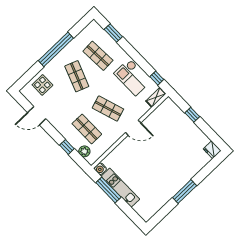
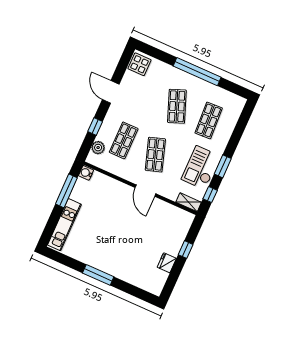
window: (113, 33) -> (223, 166), moved
shop shelf: (77, 76) -> (177, 106), turned -42
display table: (42, 85) -> (139, 64), moved
door: (37, 116) -> (111, 92), moved
fridge: (212, 150) -> (167, 263), moved
kitchen unit: (120, 188) -> (64, 225), moved

